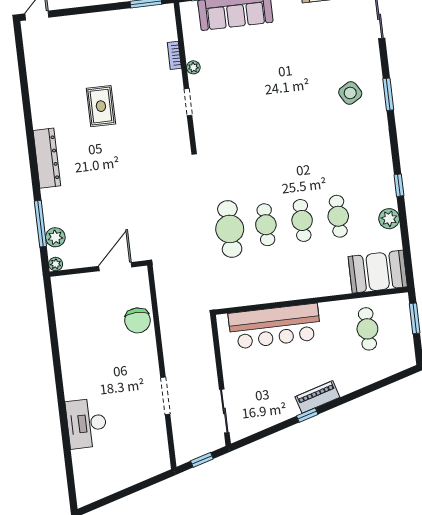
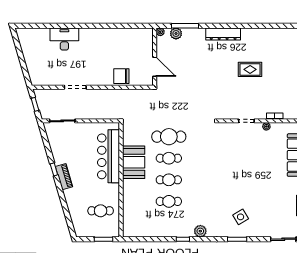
plant: (389, 219) -> (200, 231), moved
booth: (378, 272) -> (134, 162), moved

